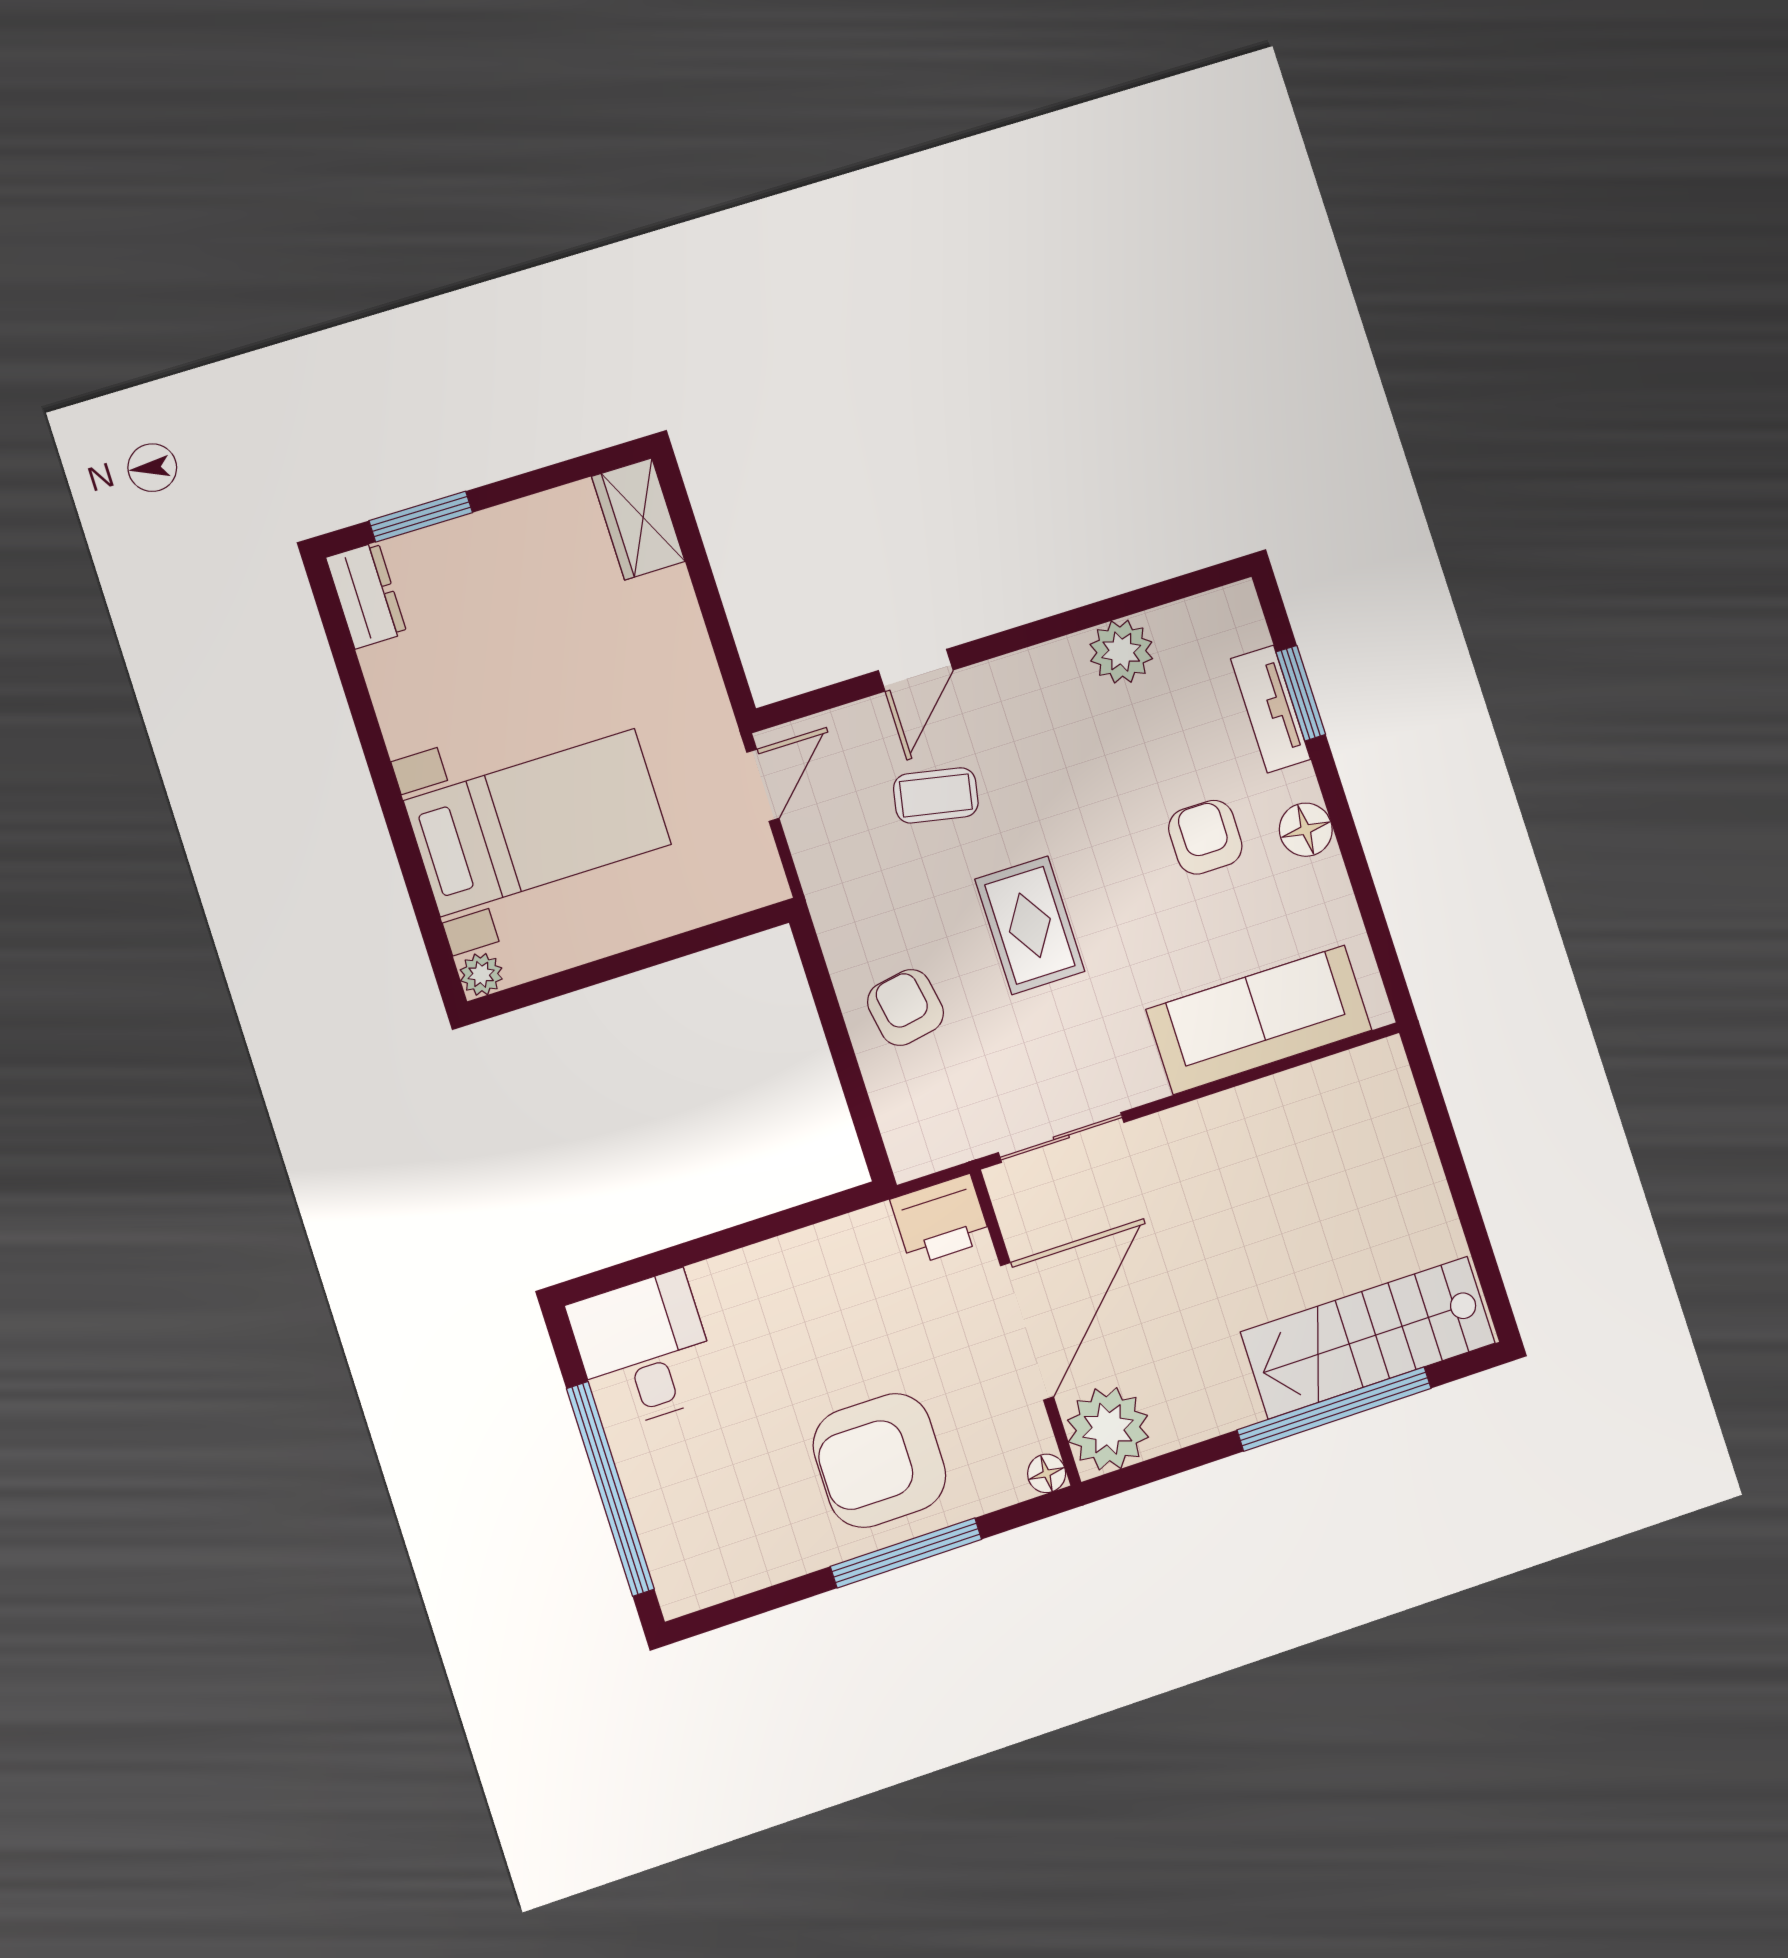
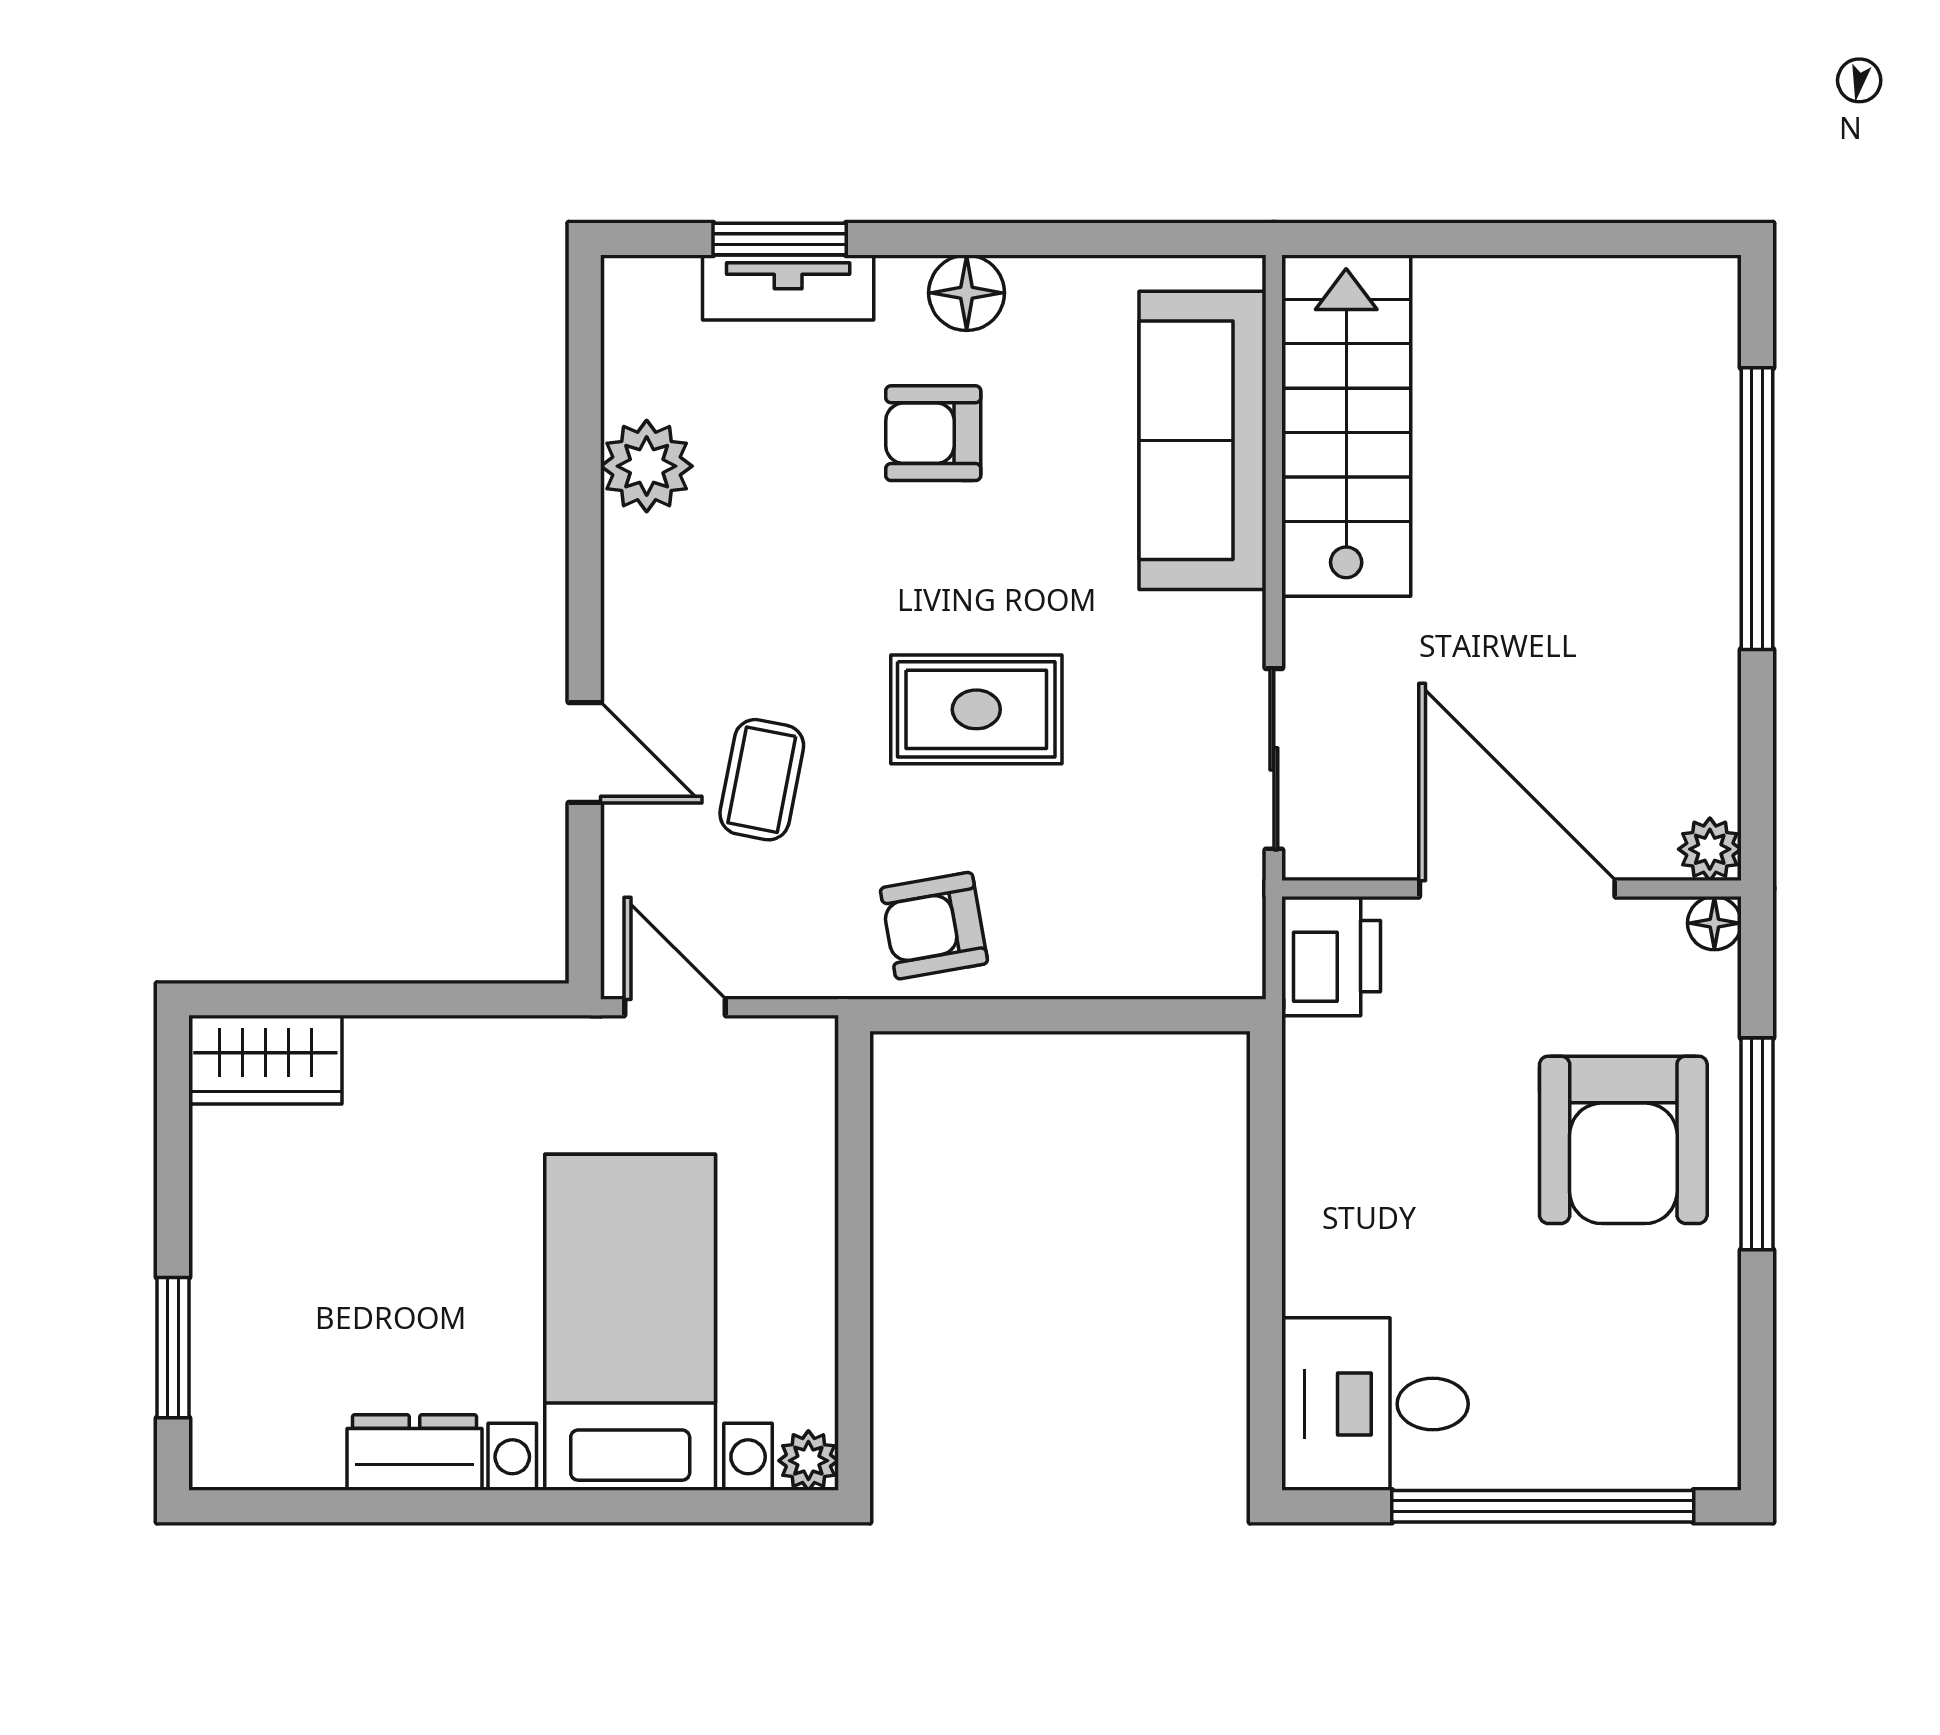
dresser: (366, 595) -> (414, 1453), moved
armchair: (905, 1007) -> (934, 926), moved
stairs: (1368, 1338) -> (1346, 426), moved, turned 180
plant: (1108, 1429) -> (1710, 849), width x0.53, depth x0.53

